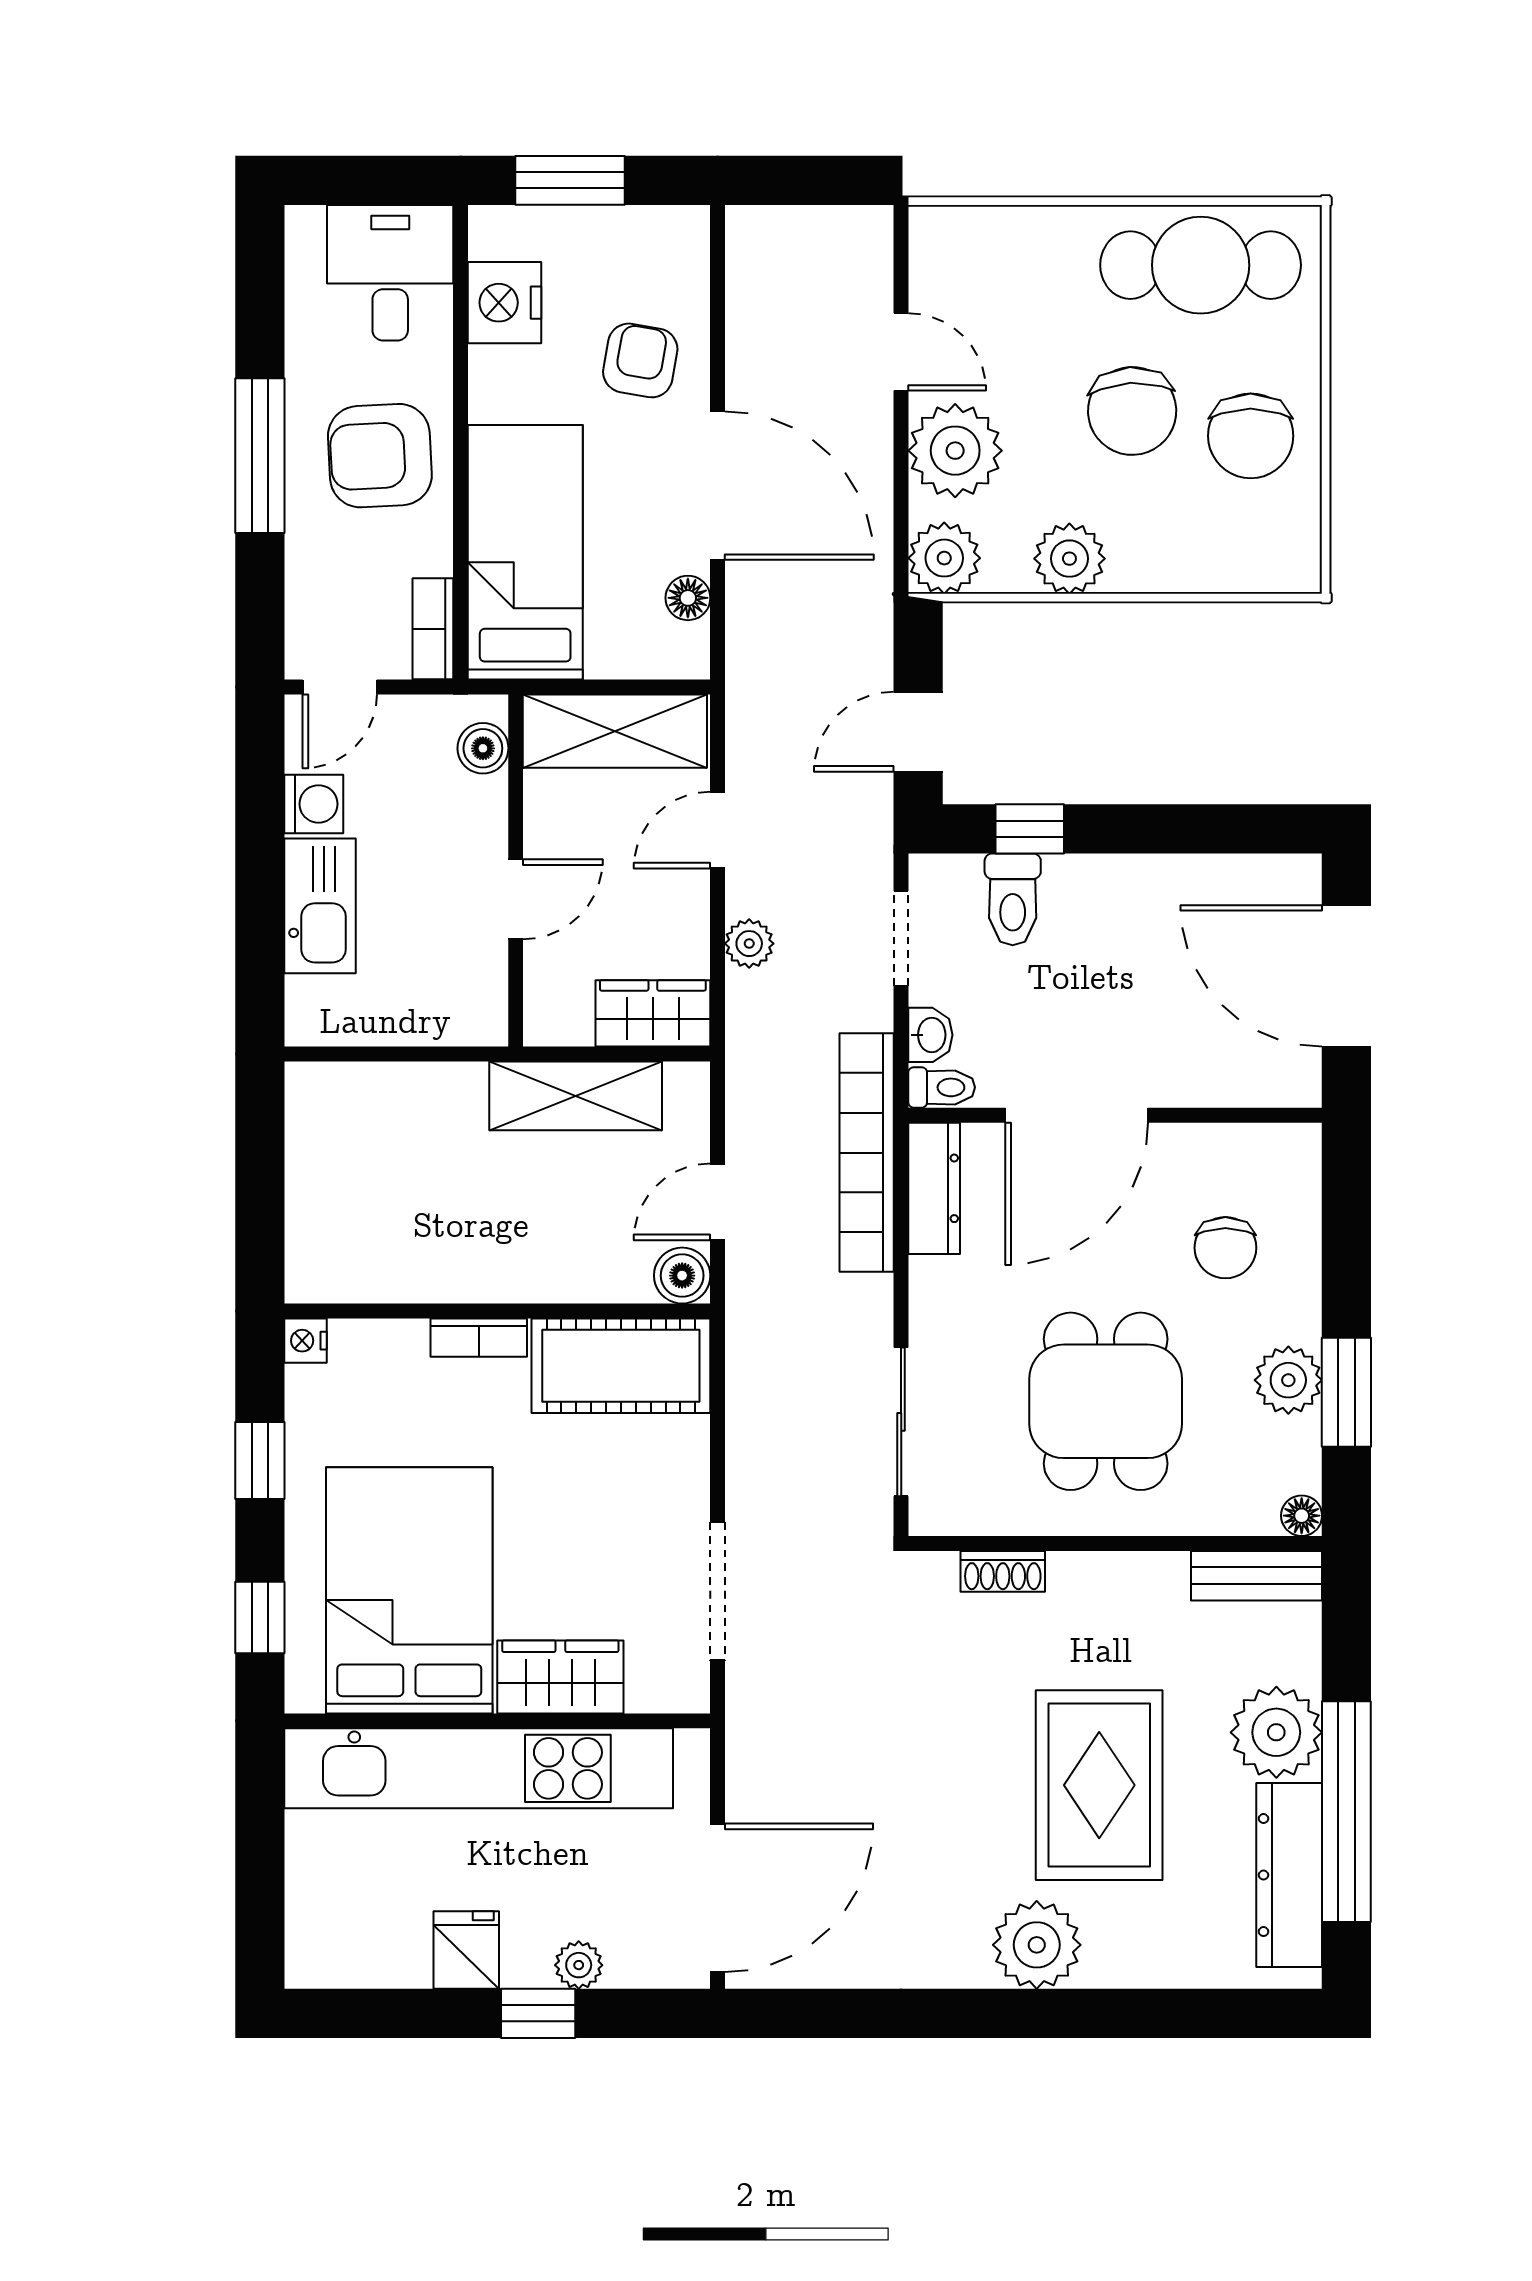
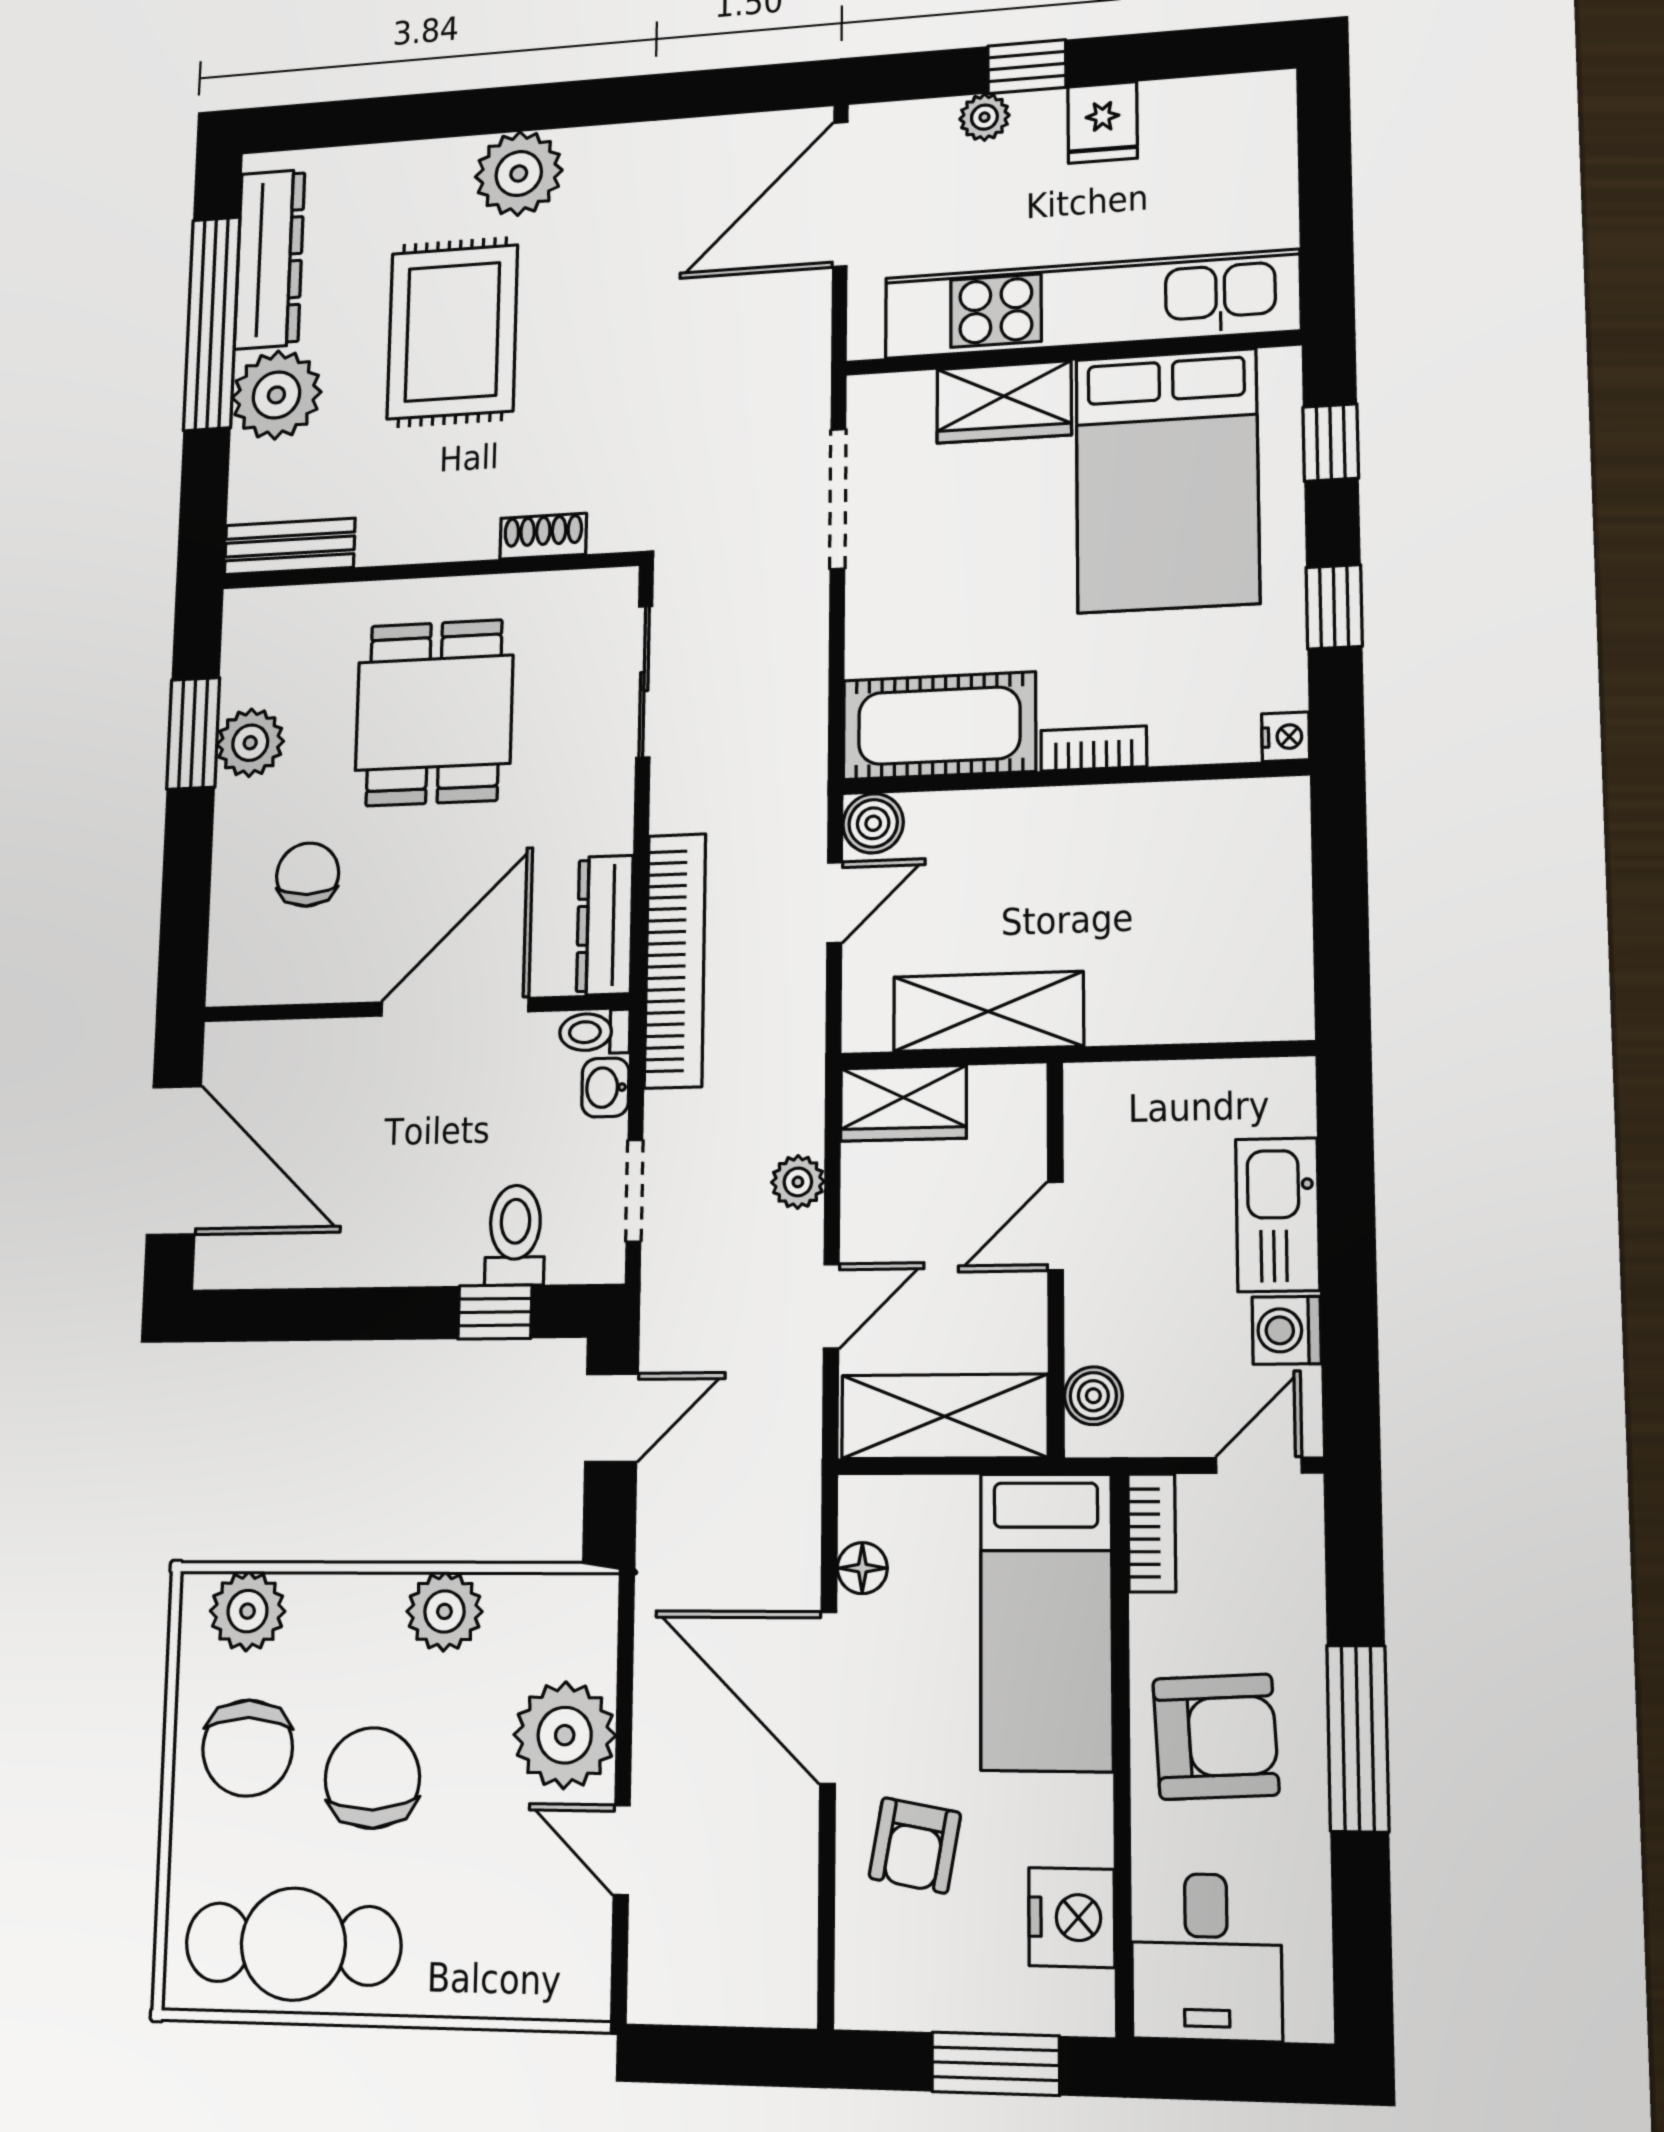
chair: (1251, 436) -> (248, 1748), turned 180
plant: (944, 558) -> (248, 1611), moved
floor lamp: (1302, 1516) -> (243, 608), removed

